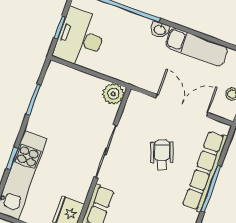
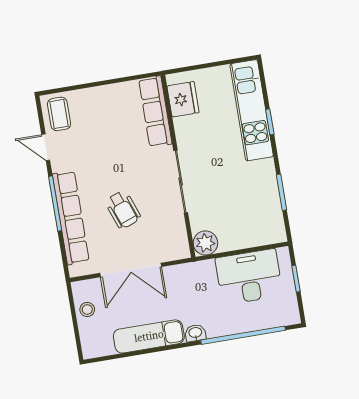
desk: (80, 38) -> (249, 277), moved, turned -90

